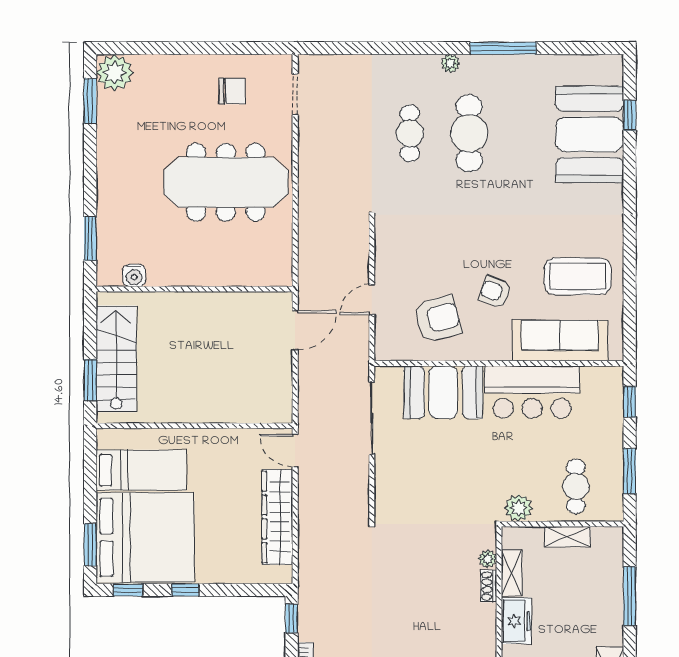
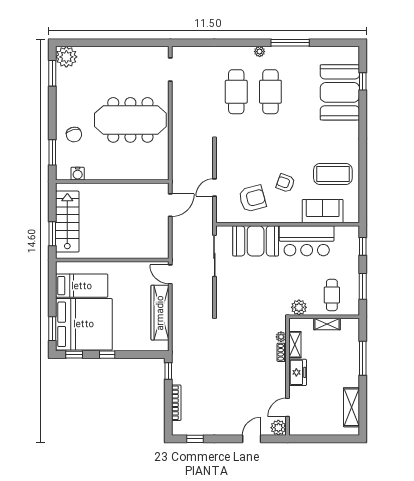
chair: (232, 91) -> (74, 135), moved, turned 75
cafe table: (410, 133) -> (236, 92), width x1.37, depth x1.35
sofa: (560, 341) -> (323, 211), width x0.73

